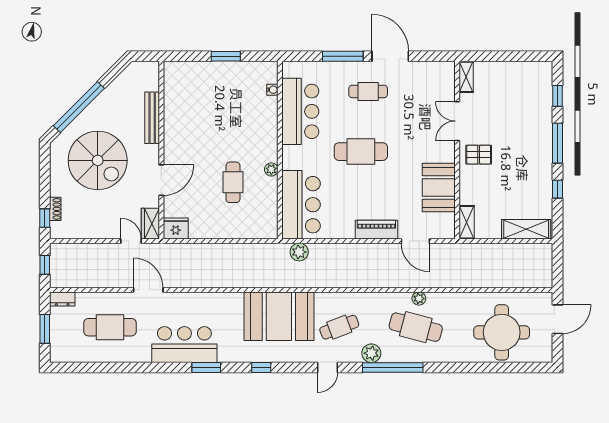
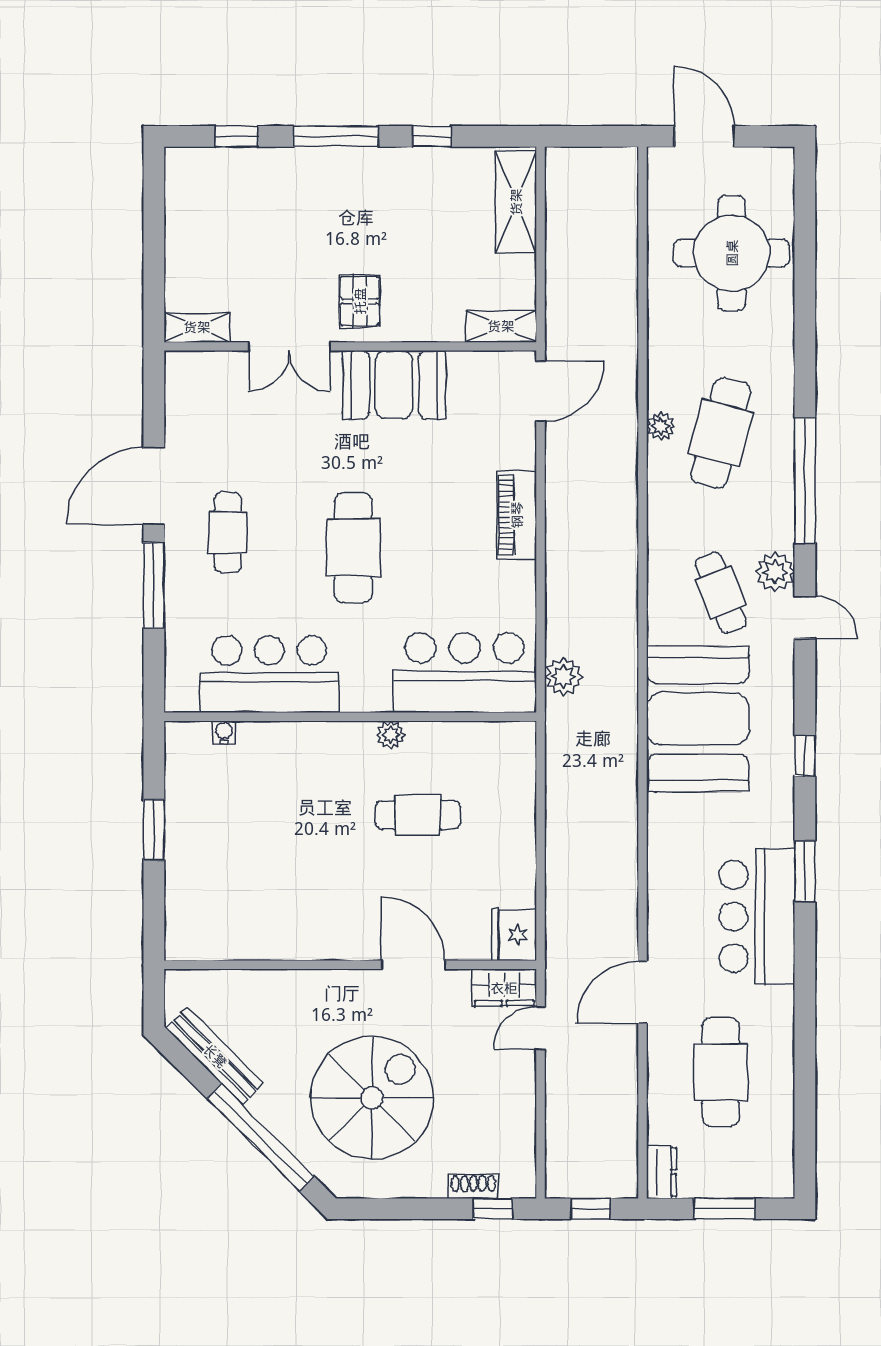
bench: (152, 118) -> (215, 1056), moved, turned 45
booth: (439, 187) -> (394, 385), moved
door: (415, 241) -> (541, 391), moved
plant: (371, 353) -> (775, 572), moved

